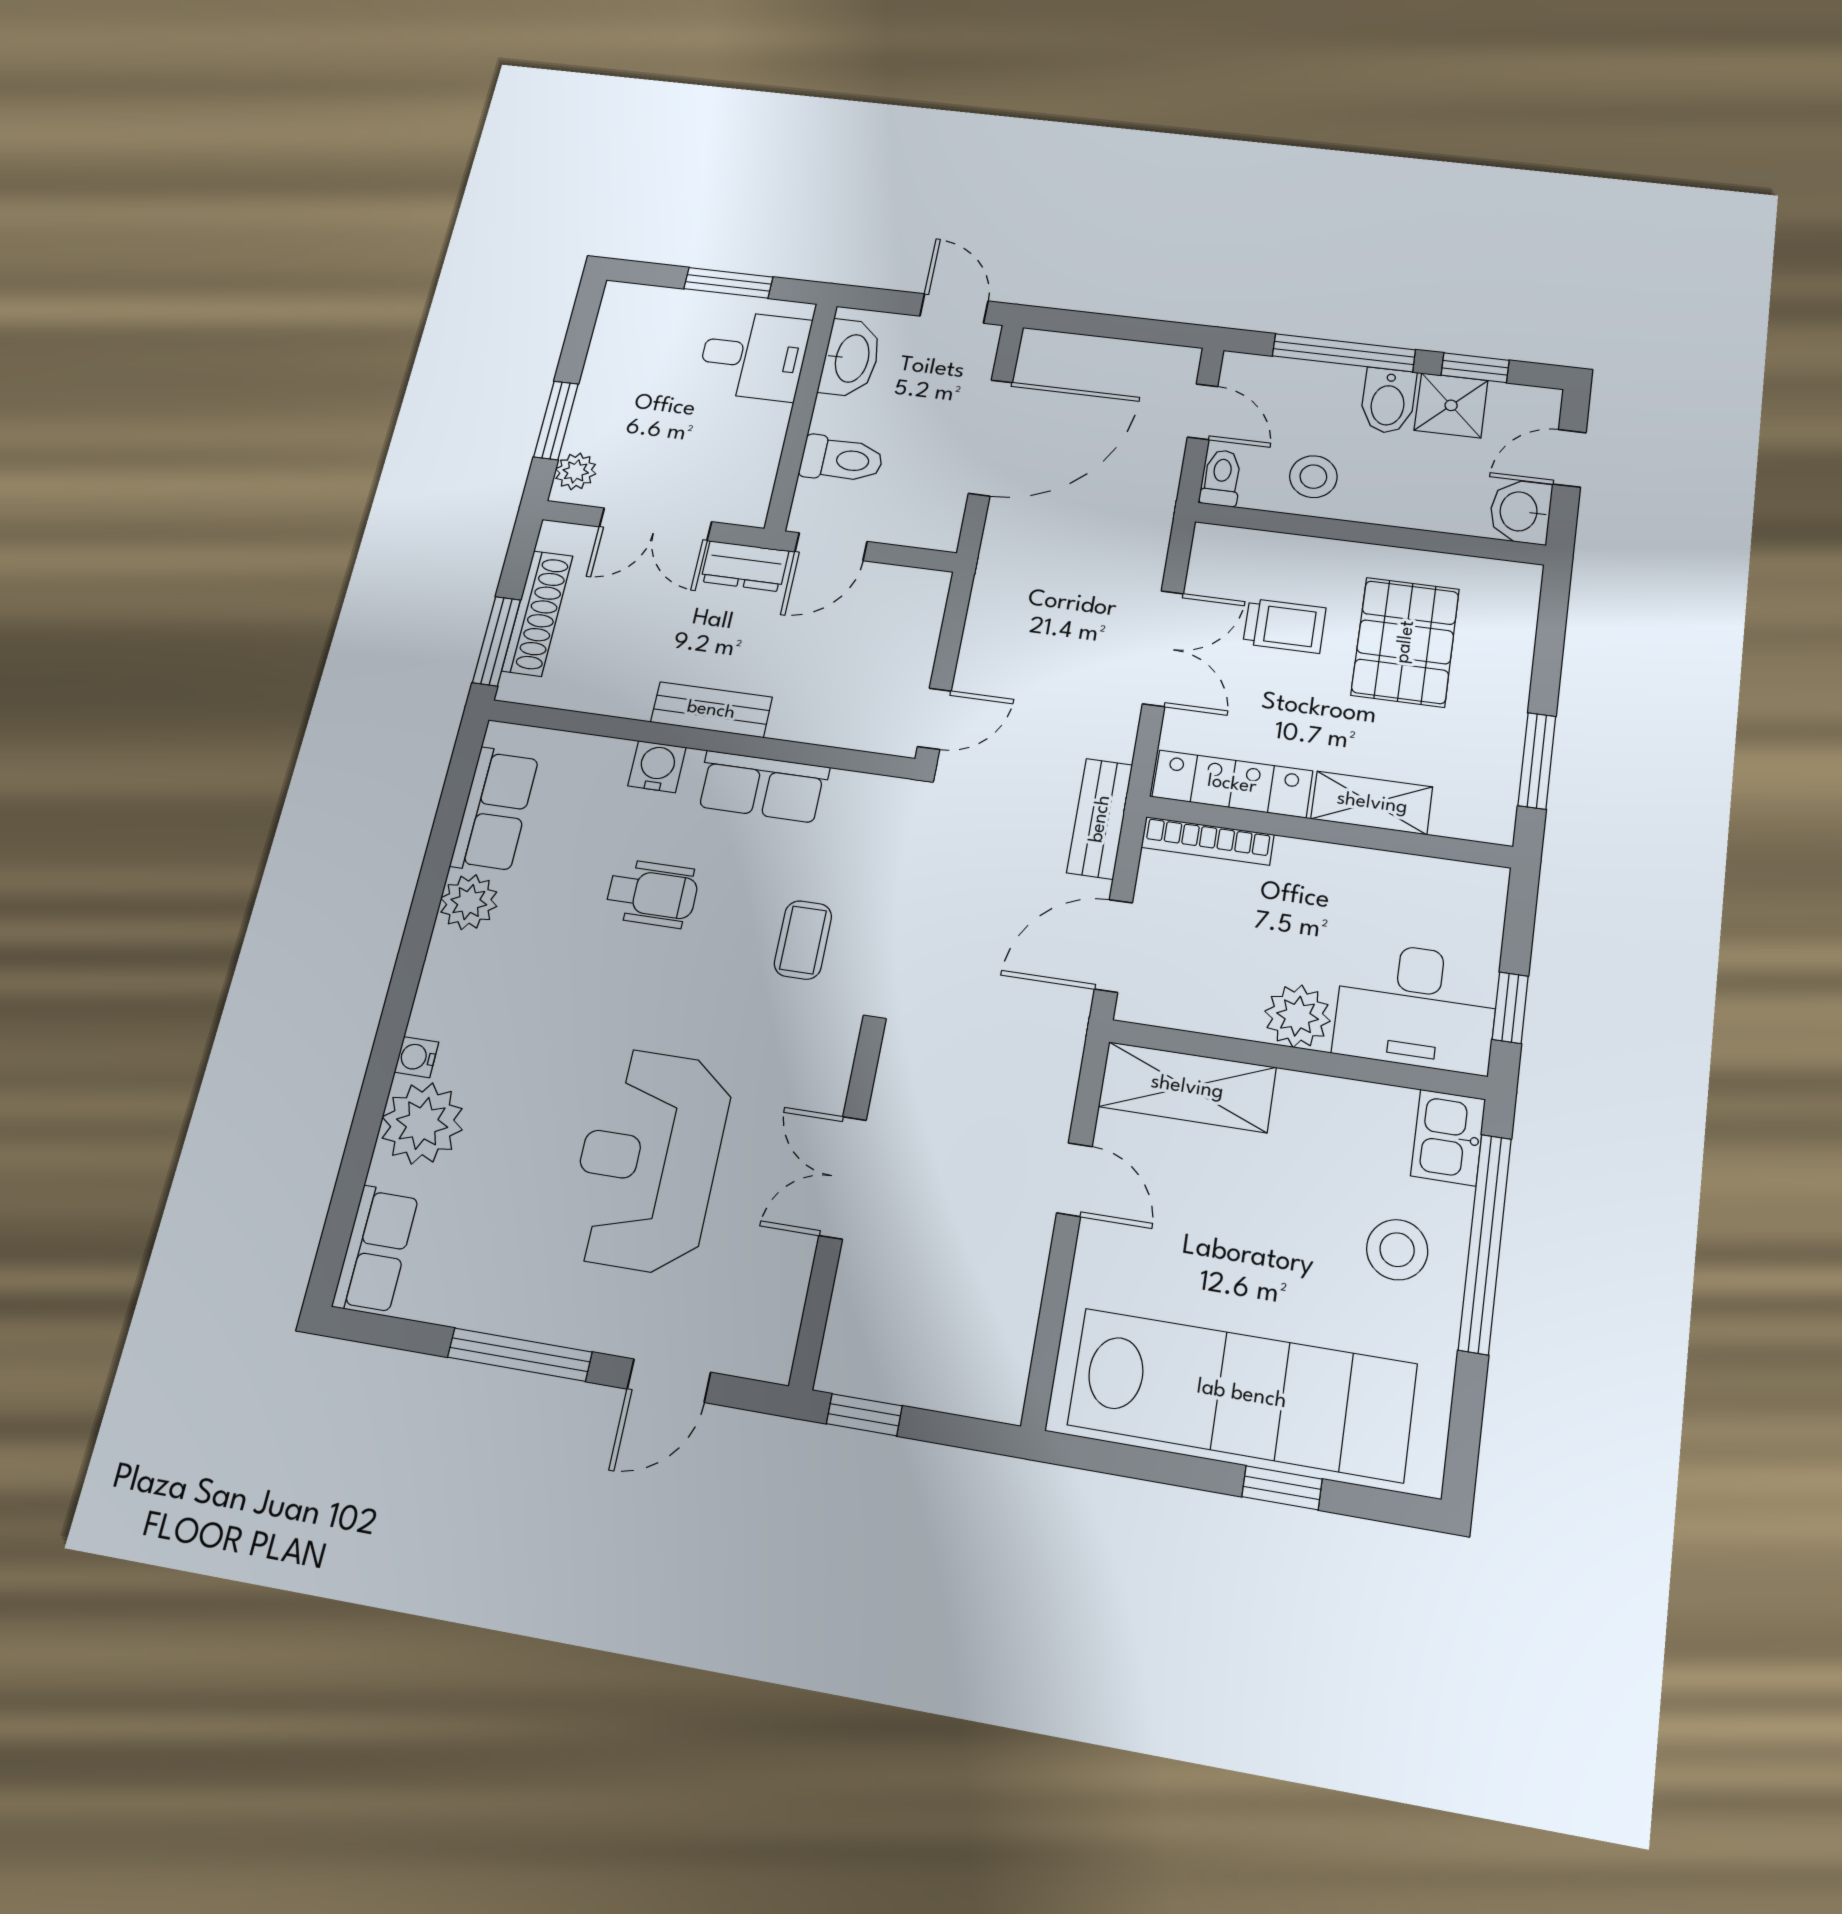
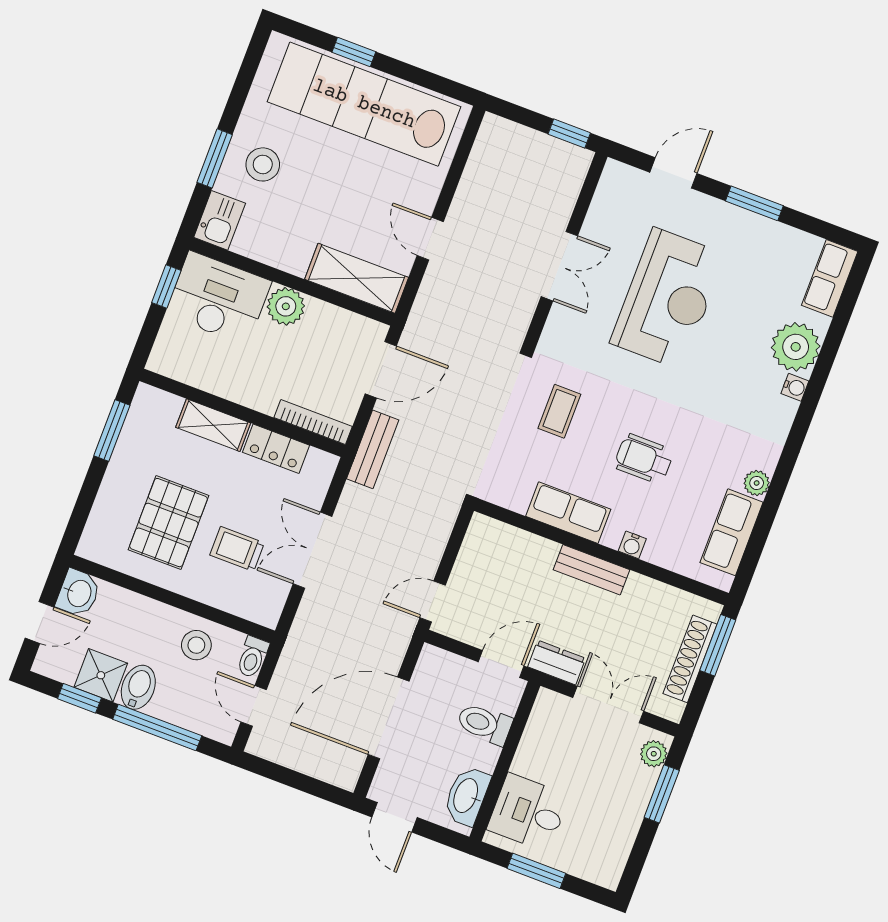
door: (934, 719) -> (433, 601), moved
water cooler: (657, 767) -> (632, 545), width x0.72, depth x0.72
locker: (1232, 784) -> (276, 449), width x0.66
plant: (469, 902) -> (757, 483), width x0.73, depth x0.73
window: (1485, 1243) -> (215, 158), width x0.47
window: (520, 1355) -> (754, 203), width x0.69

